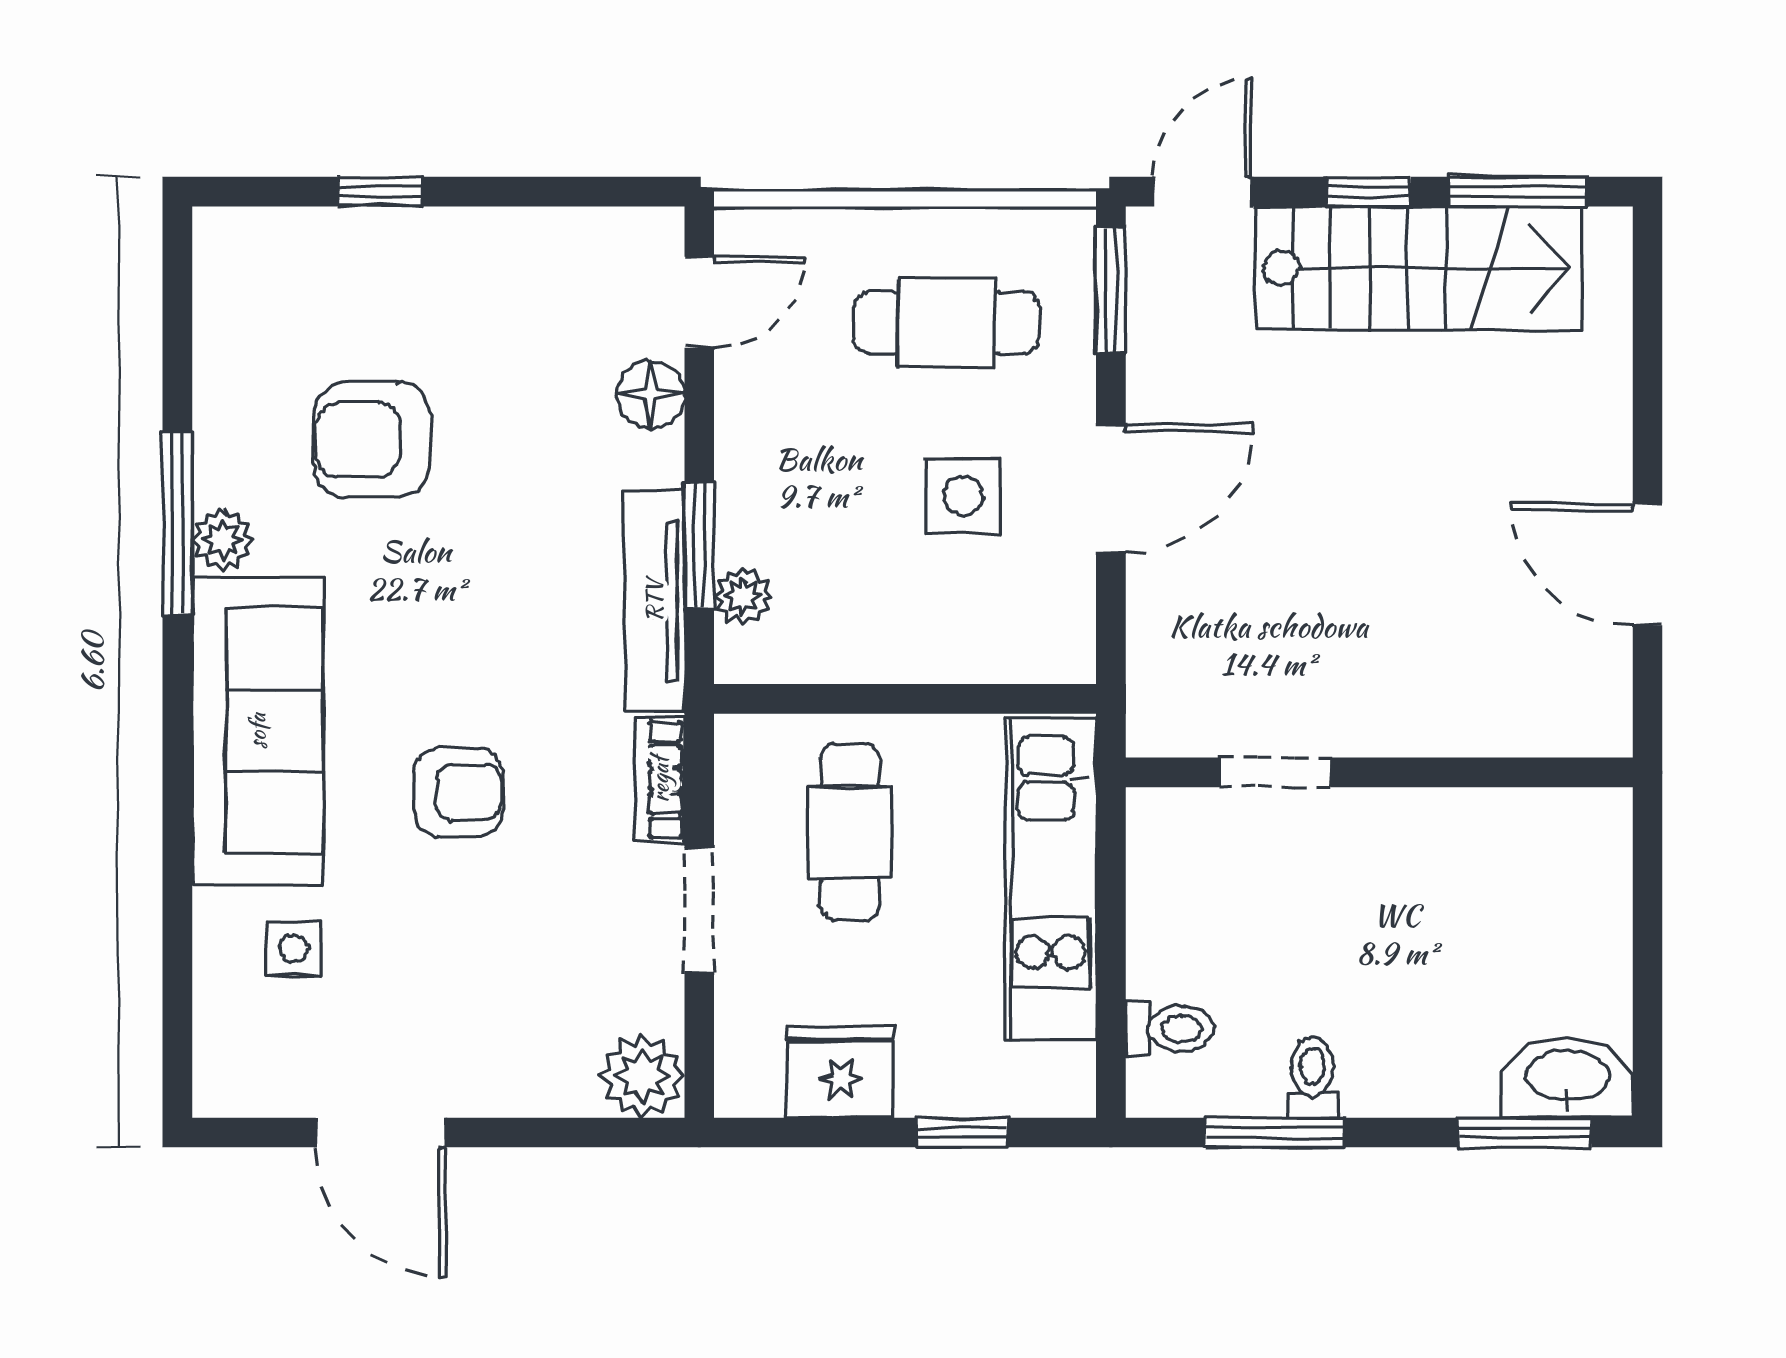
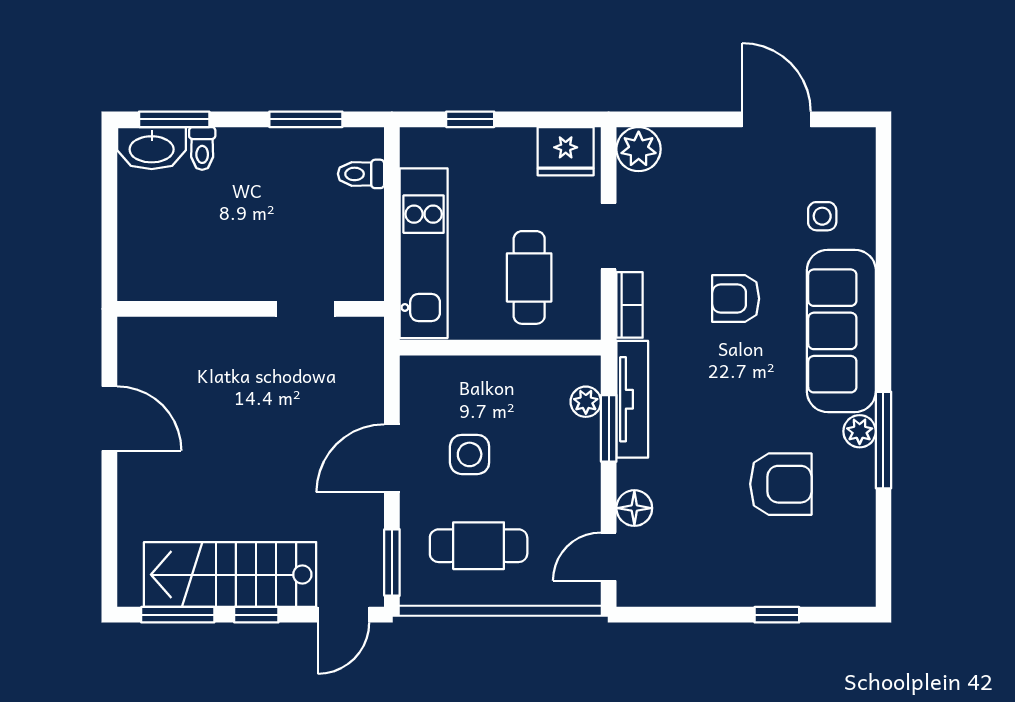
fridge: (840, 1072) -> (566, 151), moved
toilet: (1312, 1077) -> (202, 148), moved

